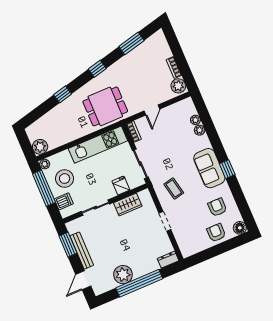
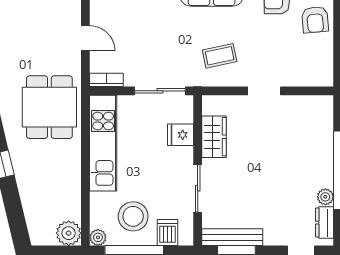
armchair: (216, 233) -> (315, 20), turned -95
bench: (82, 251) -> (232, 237), moved
dresser: (168, 260) -> (325, 223), moved
plant: (123, 275) -> (325, 197), width x0.53, depth x0.53

